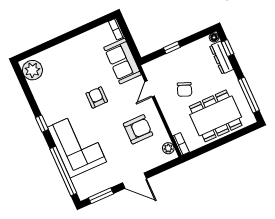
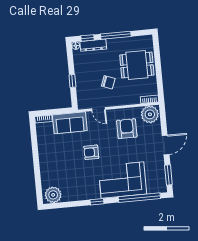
window: (249, 95) -> (116, 35), moved
dining table: (216, 116) -> (137, 65), width x0.73
plant: (168, 148) -> (150, 114), width x1.88, depth x1.88

